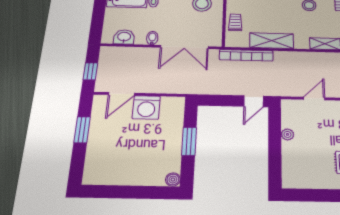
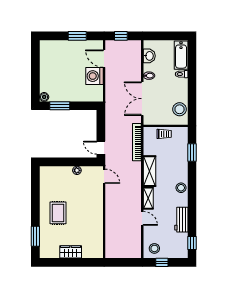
shelving: (272, 41) -> (149, 171), moved
door: (314, 99) -> (104, 176), moved
window: (189, 141) -> (60, 106), moved

